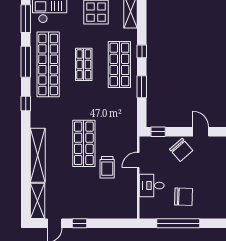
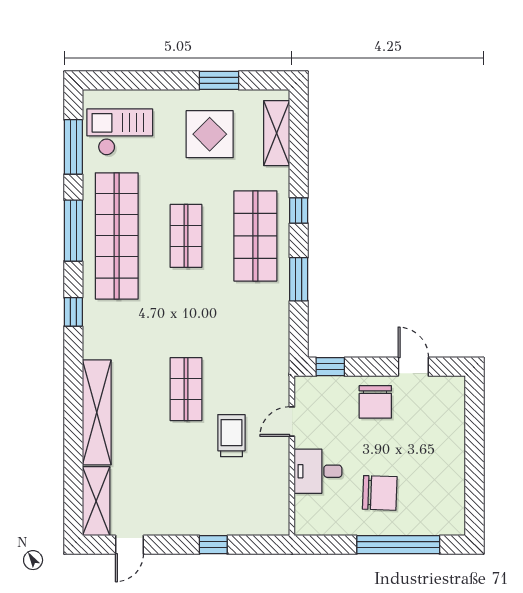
shop shelf: (84, 143) -> (186, 389), width x0.70, depth x0.74
chair: (181, 150) -> (375, 402), turned 41
trolley: (107, 167) -> (231, 436), turned 180
window: (80, 223) -> (213, 545), moved
window: (178, 223) -> (398, 545), moved

